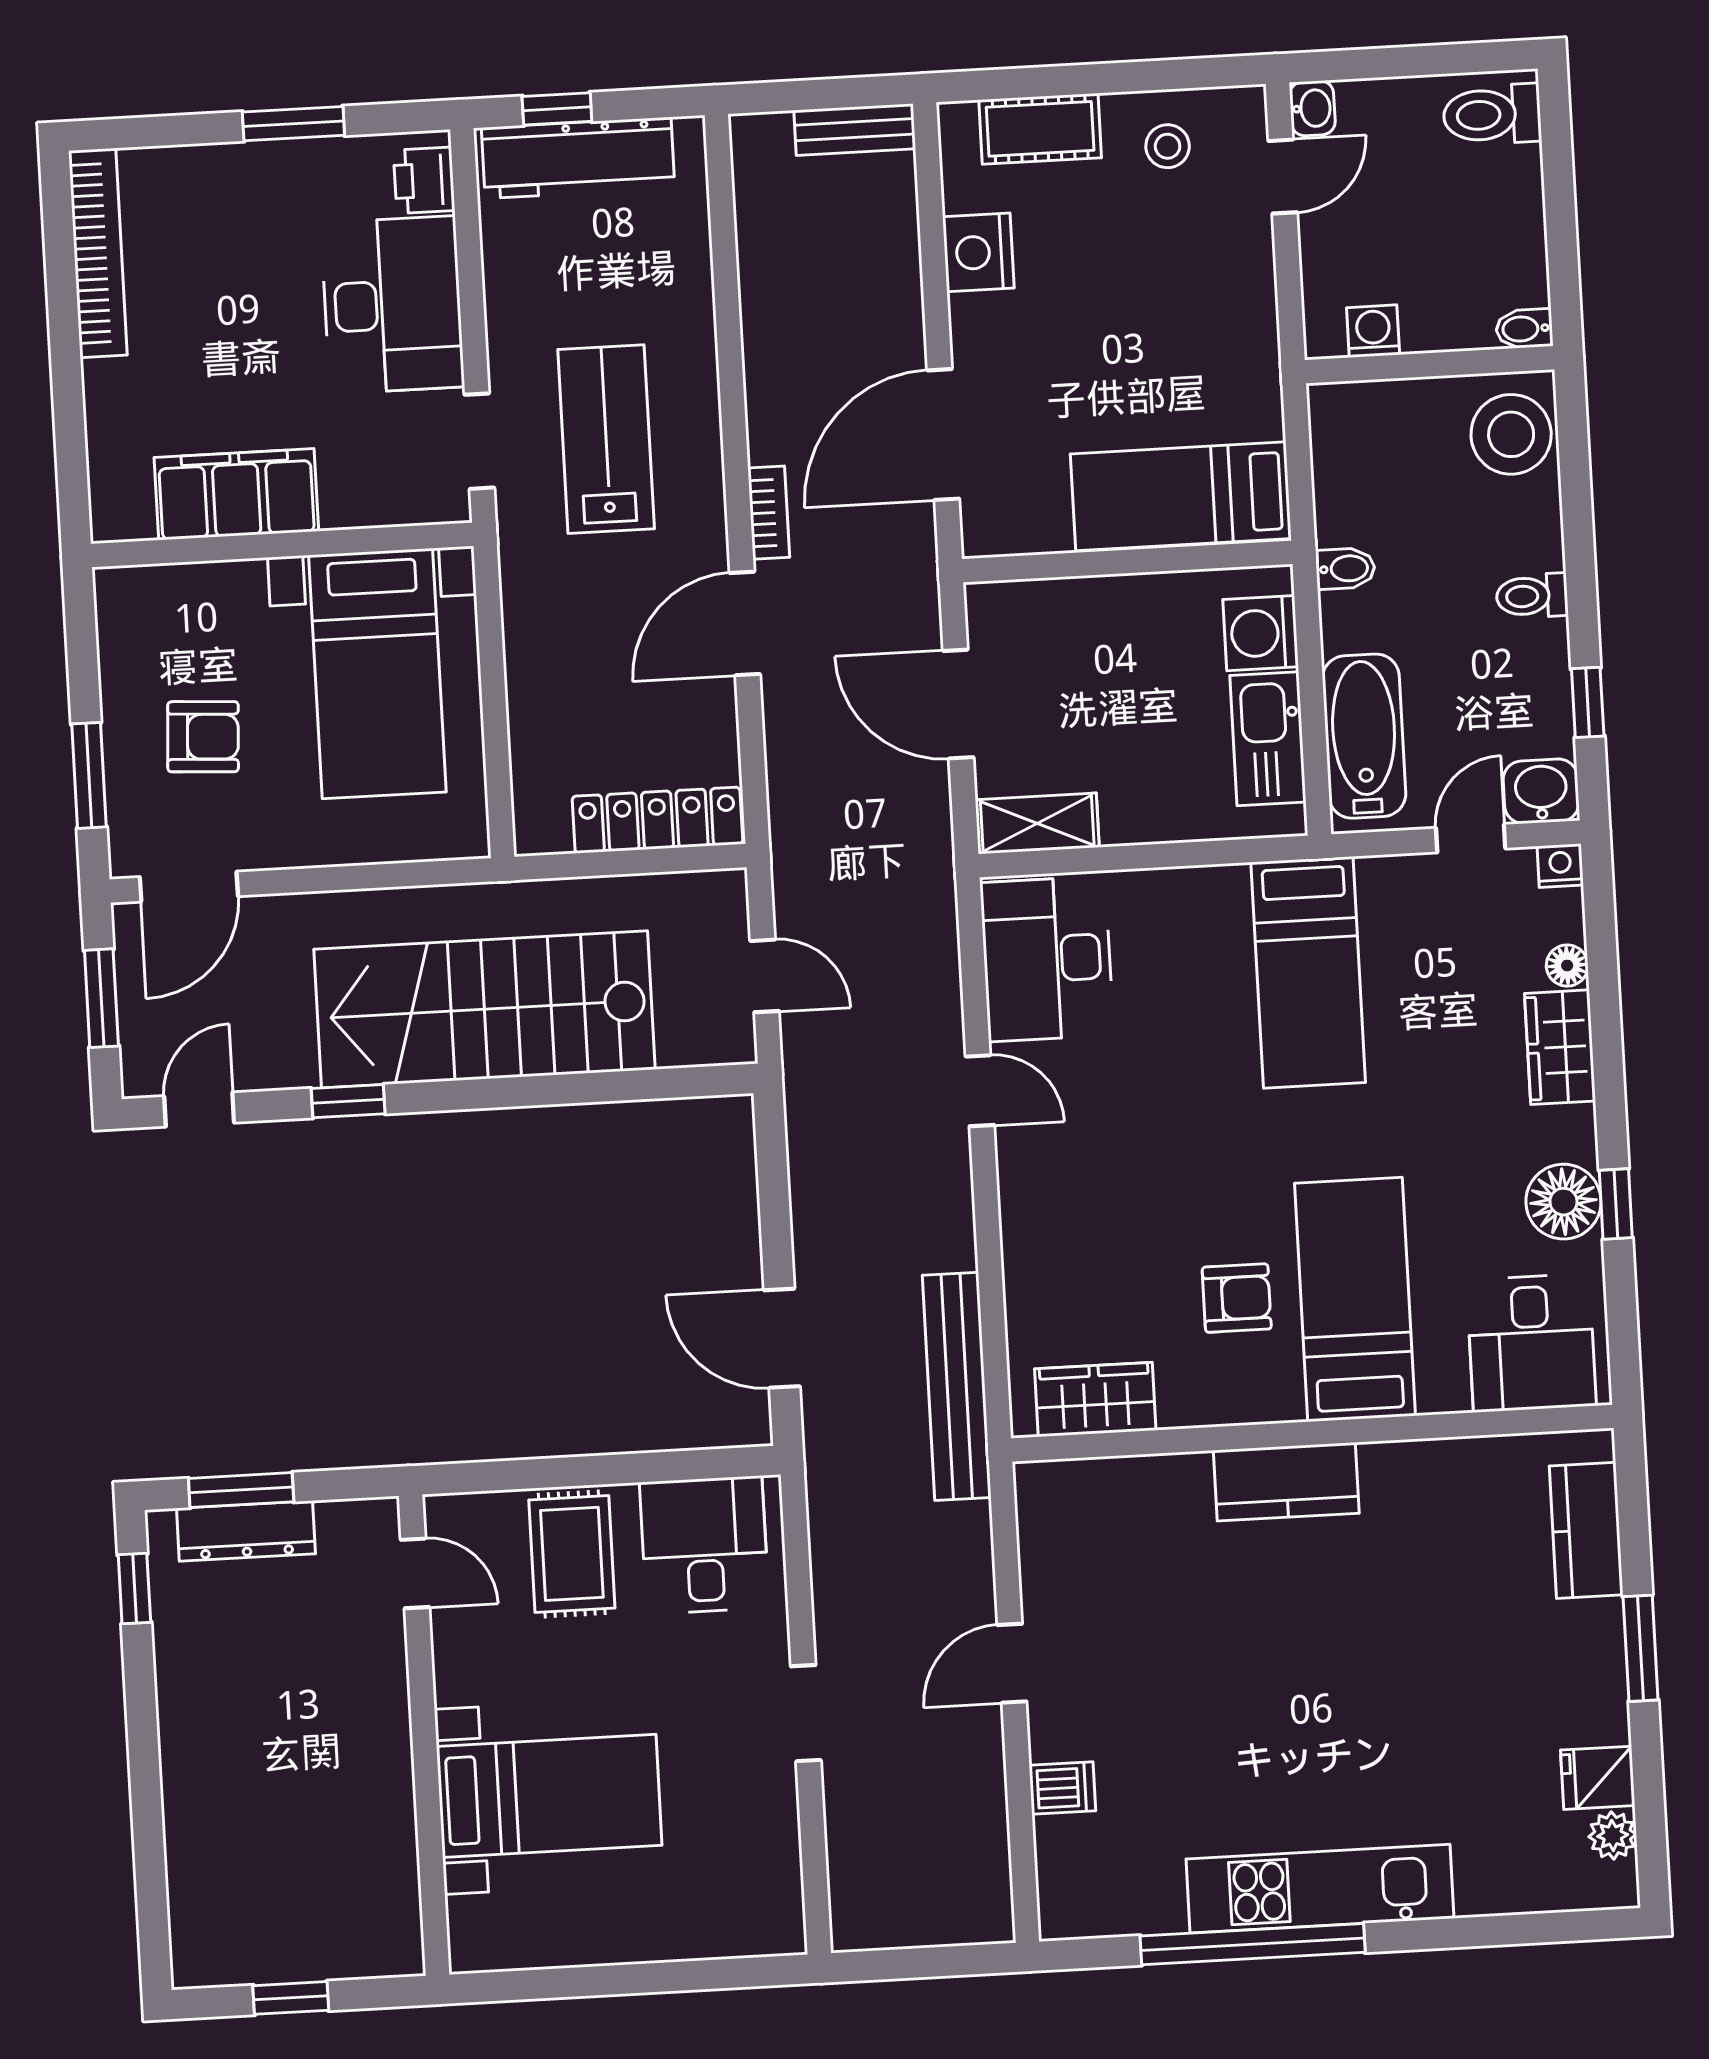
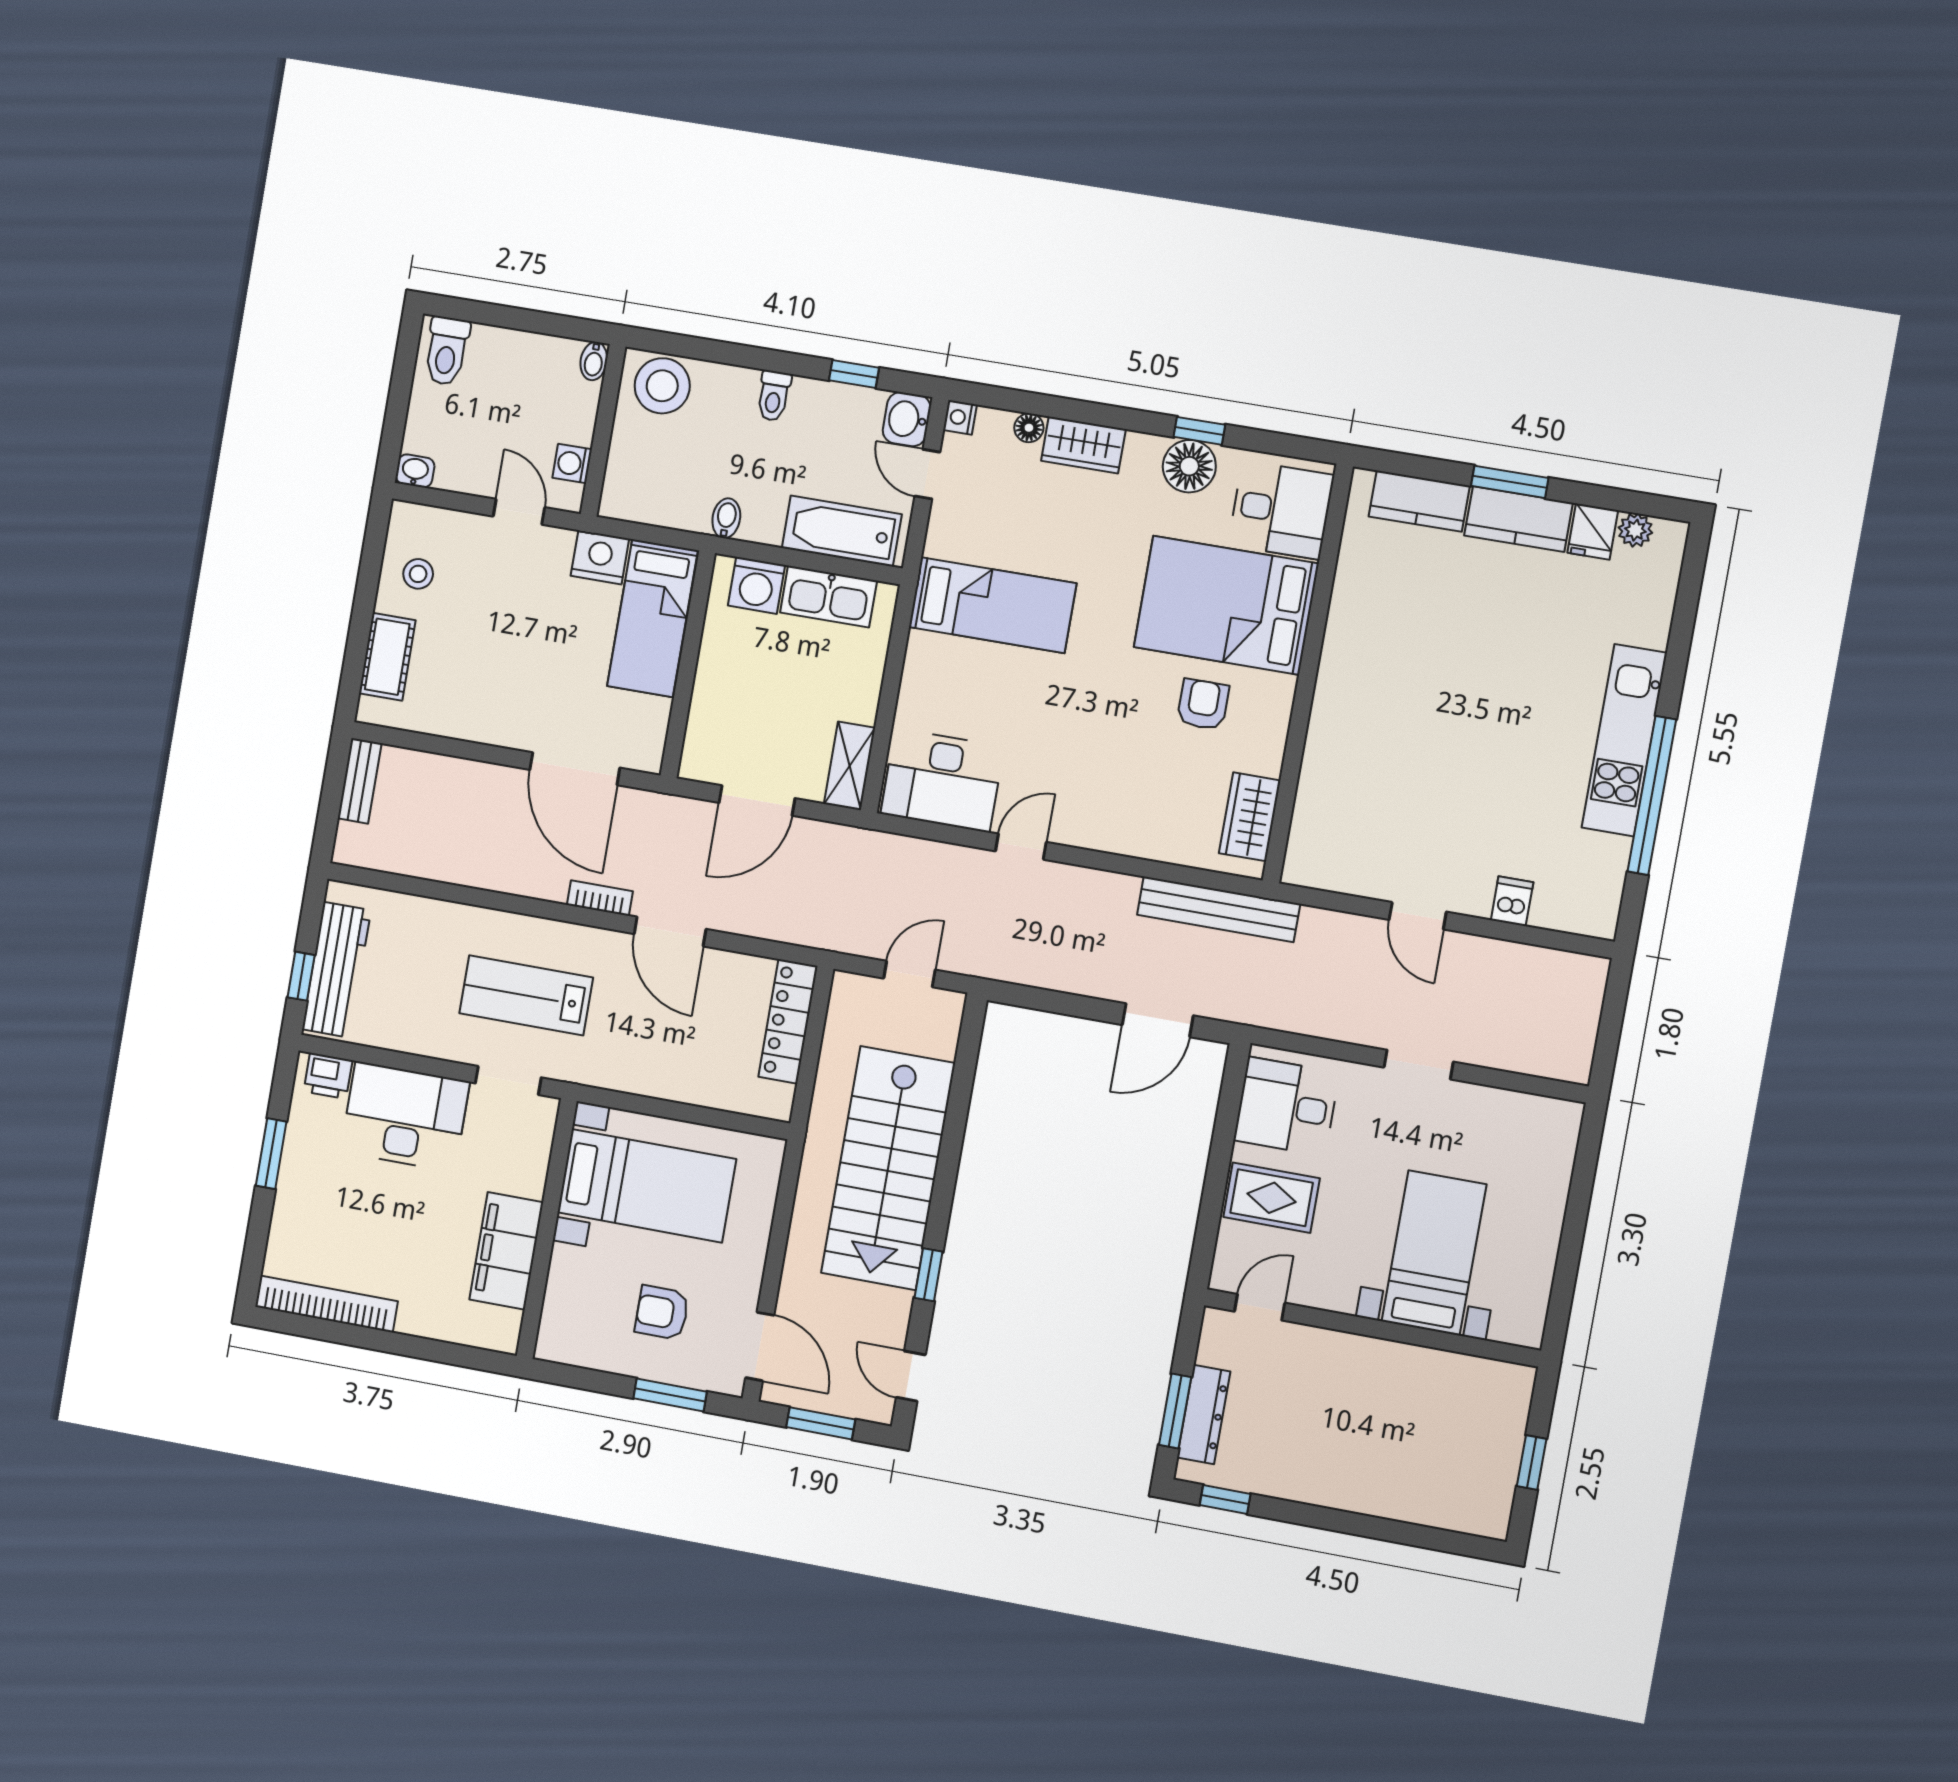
door: (1283, 177) -> (519, 512), moved
nightstand: (978, 252) -> (600, 557), moved, turned 180
armchair: (203, 737) -> (662, 1313), turned -93
bed: (1355, 1299) -> (1226, 605), width x1.50
kitchen counter: (1286, 1482) -> (1518, 519), moved, turned 90

